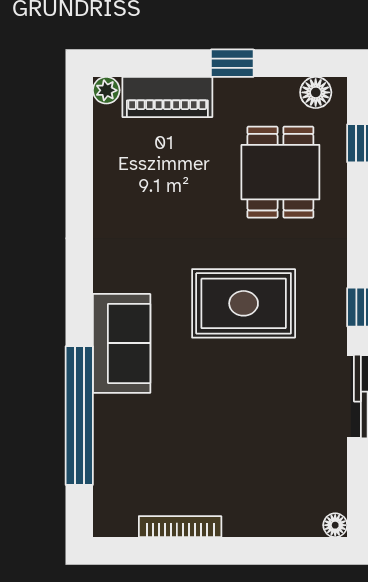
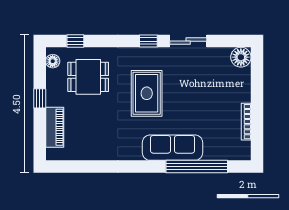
plant: (106, 90) -> (52, 154), removed
sofa: (122, 343) -> (173, 148), width x1.36
floor lamp: (335, 525) -> (241, 57), width x1.89, depth x1.89

